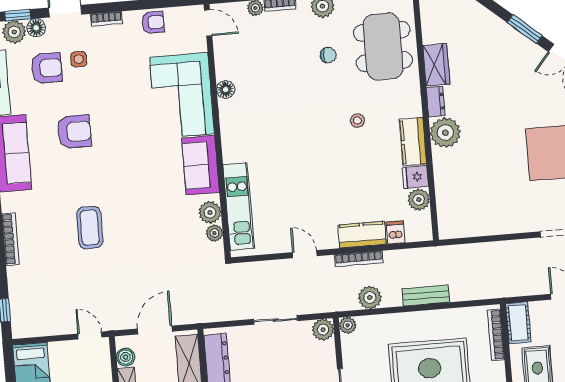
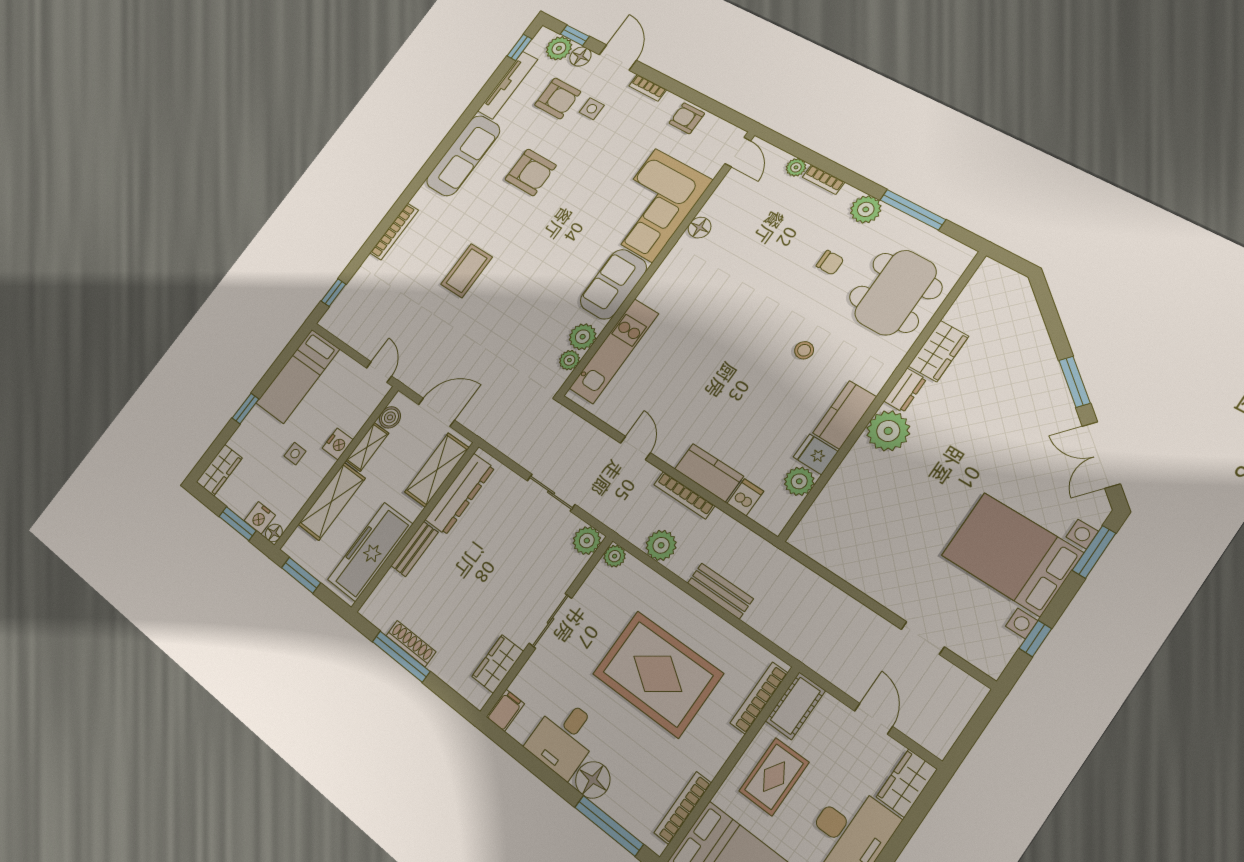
armchair: (153, 22) -> (687, 118), turned 180

